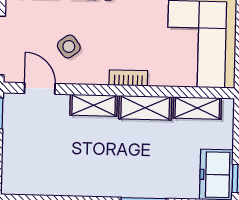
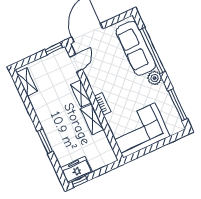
side table: (69, 46) -> (104, 67), removed
shelving: (197, 108) -> (27, 82), moved

